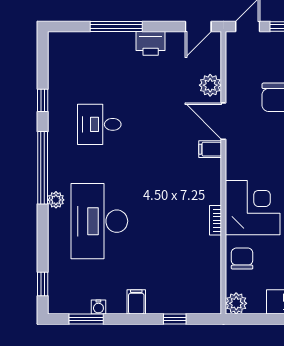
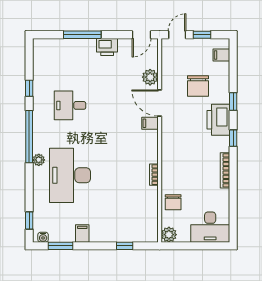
corner desk: (253, 208) -> (181, 166), removed
chair: (242, 259) -> (173, 202), turned 180
filing cabinet: (136, 302) -> (82, 234), moved
water cooler: (98, 307) -> (43, 237), moved

